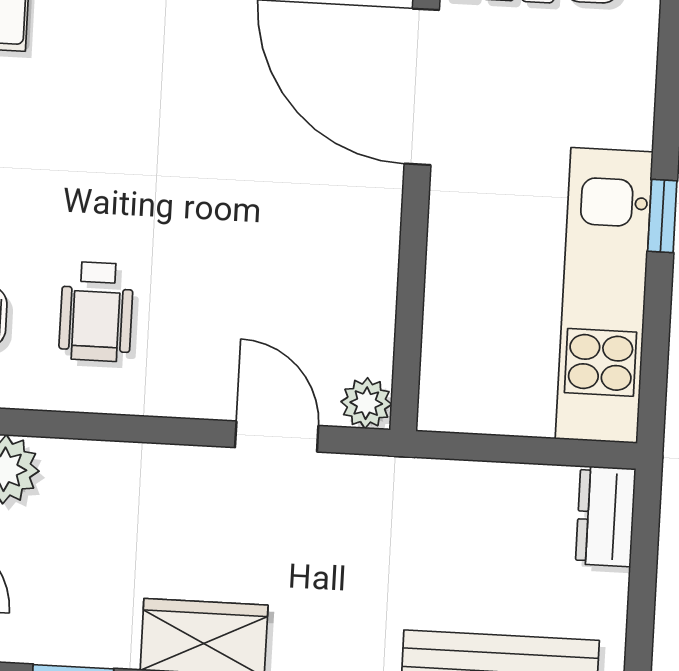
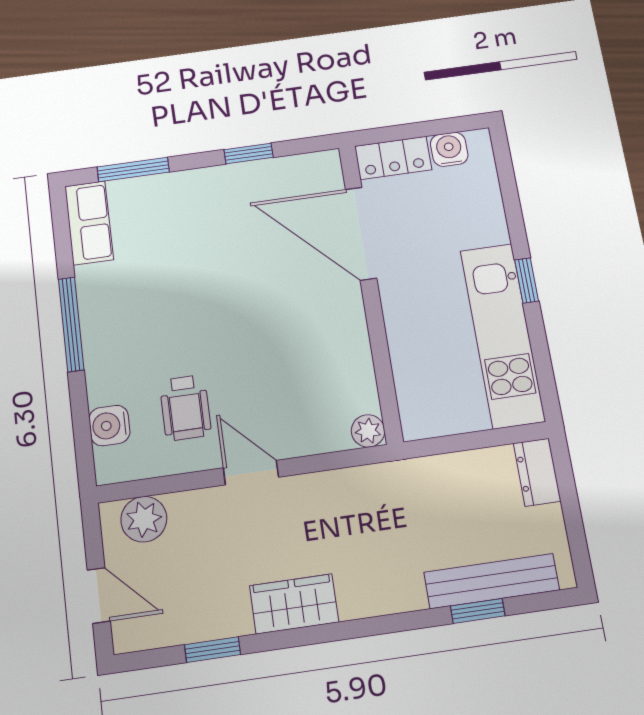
door: (277, 436) -> (251, 473), moved

